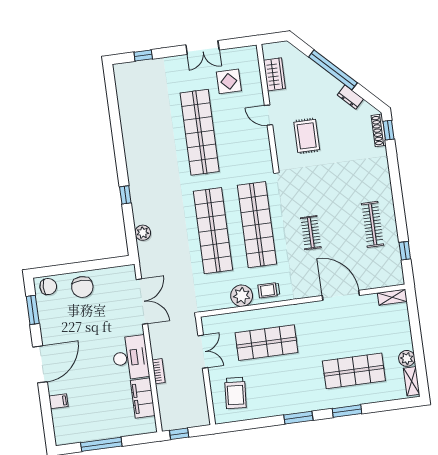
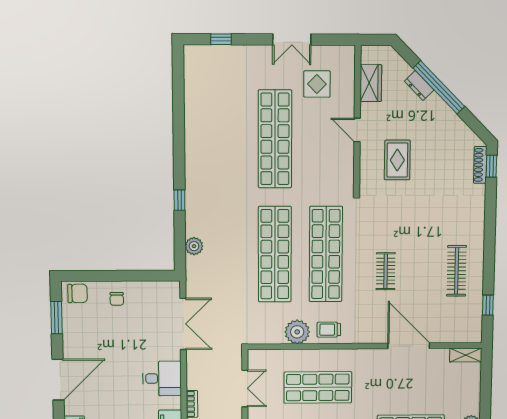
dresser: (350, 97) -> (419, 86), moved
chair: (82, 287) -> (117, 299), width x0.54, depth x0.54
desk: (130, 358) -> (162, 378), width x0.73

